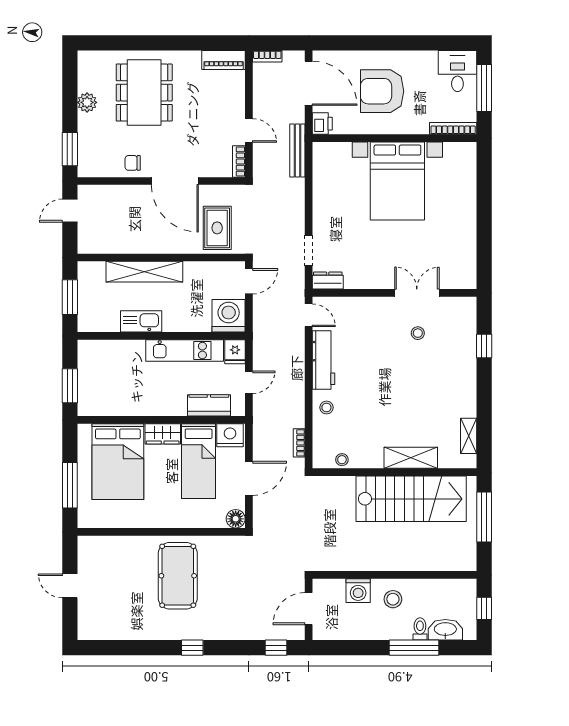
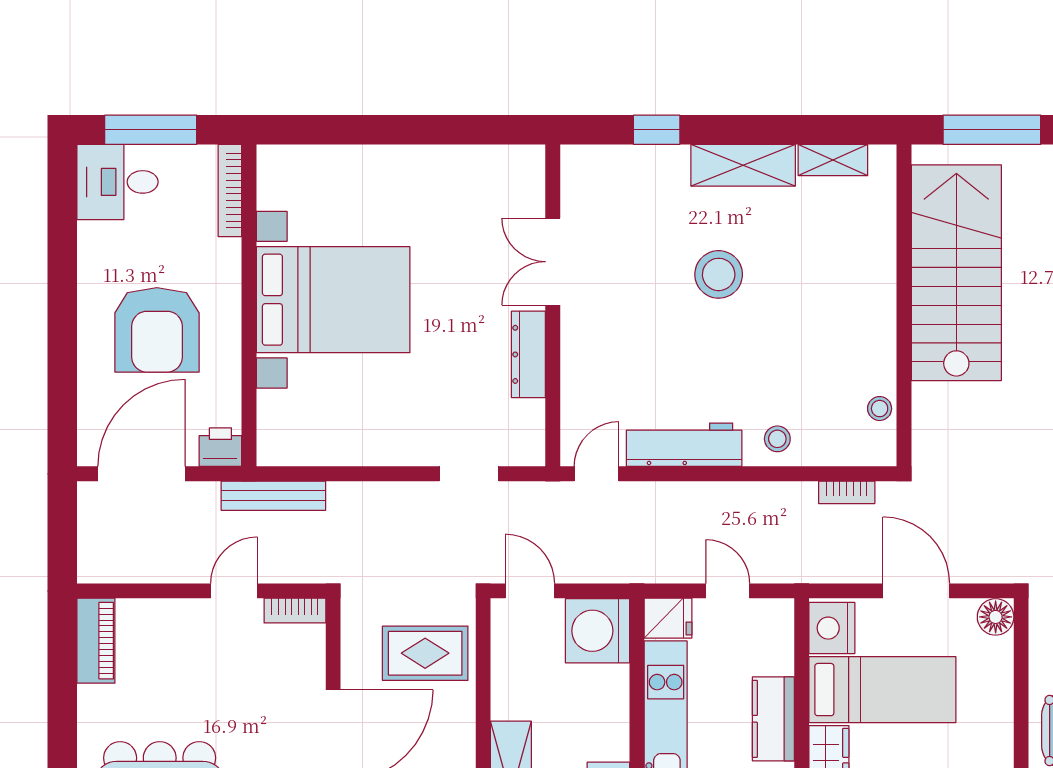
bookcase: (267, 56) -> (88, 555), removed
dresser: (328, 281) -> (528, 354), moved, width x1.44
stool: (418, 333) -> (719, 274), moved, width x1.89, depth x1.89
kitchen counter: (209, 405) -> (773, 719), moved
shelving: (411, 458) -> (743, 165), moved, turned 90

